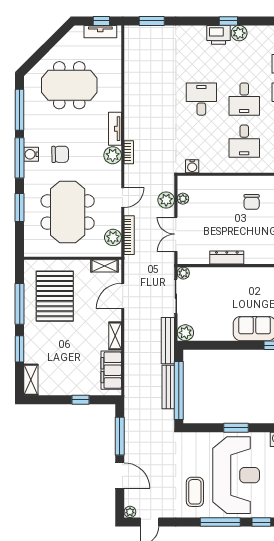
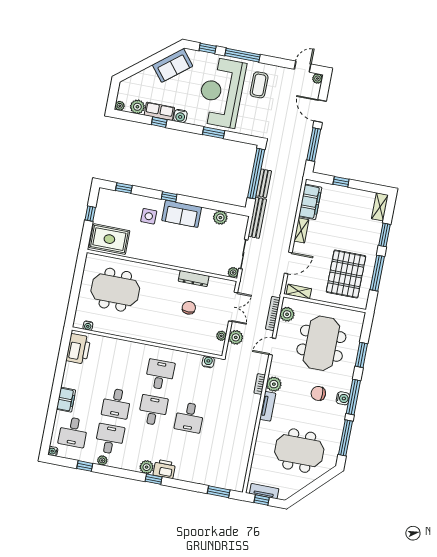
chair: (252, 202) -> (189, 308), moved
plant: (185, 333) -> (220, 218), moved
bench: (168, 387) -> (264, 183), width x0.73

